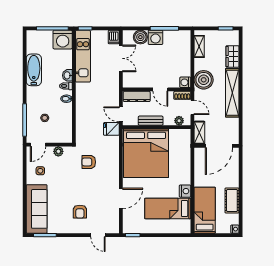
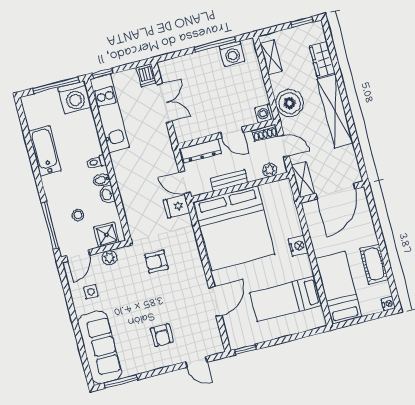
boiler: (140, 37) -> (184, 65), removed
washing machine: (155, 37) -> (232, 54), moved
washbasin: (67, 75) -> (107, 195), moved
shower: (60, 136) -> (106, 235), added
nightstand: (185, 191) -> (298, 246), moved

